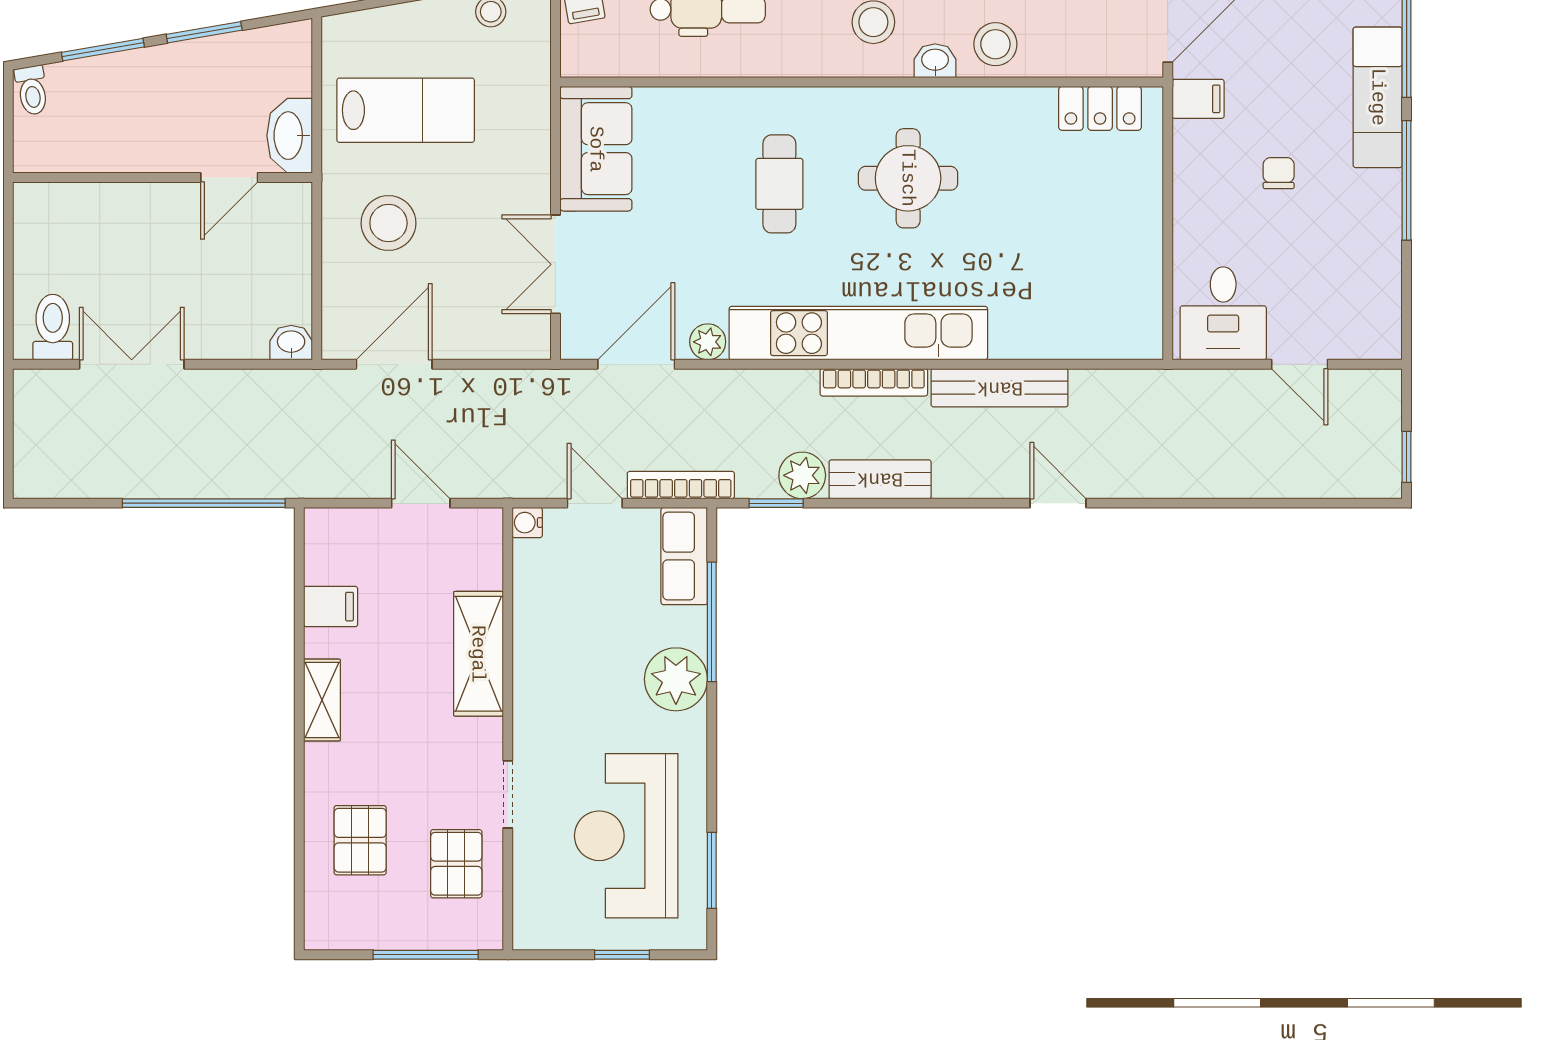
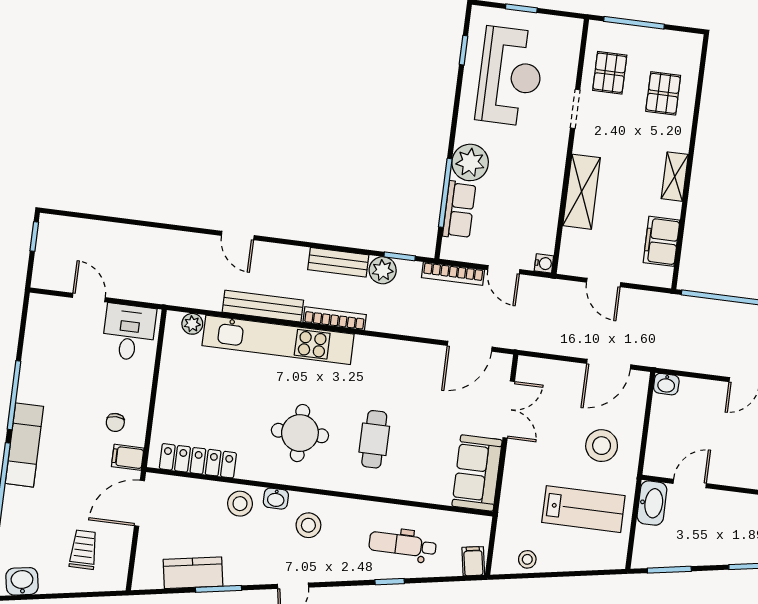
window: (204, 32) -> (669, 570), moved
locker: (1100, 108) -> (198, 461), width x1.53
lab bench: (406, 110) -> (583, 509), turned 180
chair: (1279, 173) -> (115, 422), moved
kitchen unit: (858, 333) -> (278, 340), moved
plant: (708, 342) -> (192, 324), moved
row of seats: (684, 556) -> (459, 210), moved
filing cabinet: (331, 607) -> (661, 241), width x2.00
window: (712, 870) -> (464, 50), width x0.67

